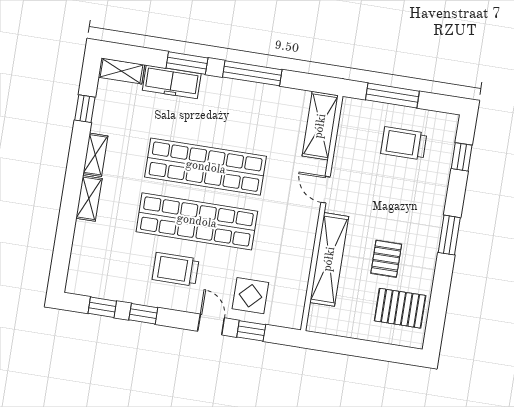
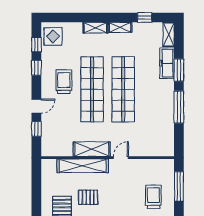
shelving: (320, 126) -> (92, 149), moved
display table: (250, 296) -> (53, 36), moved

